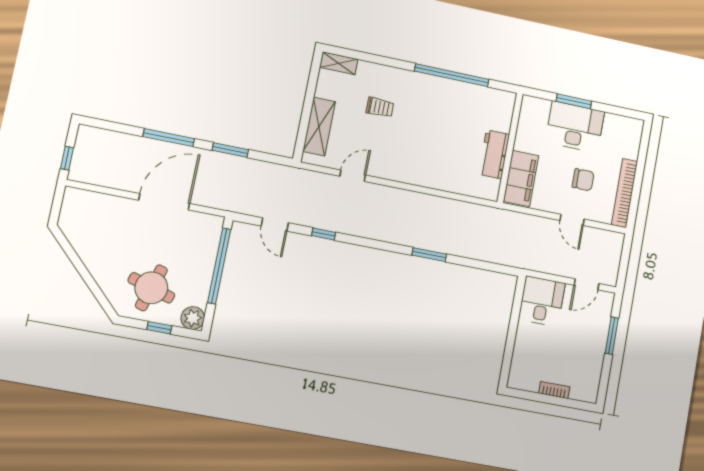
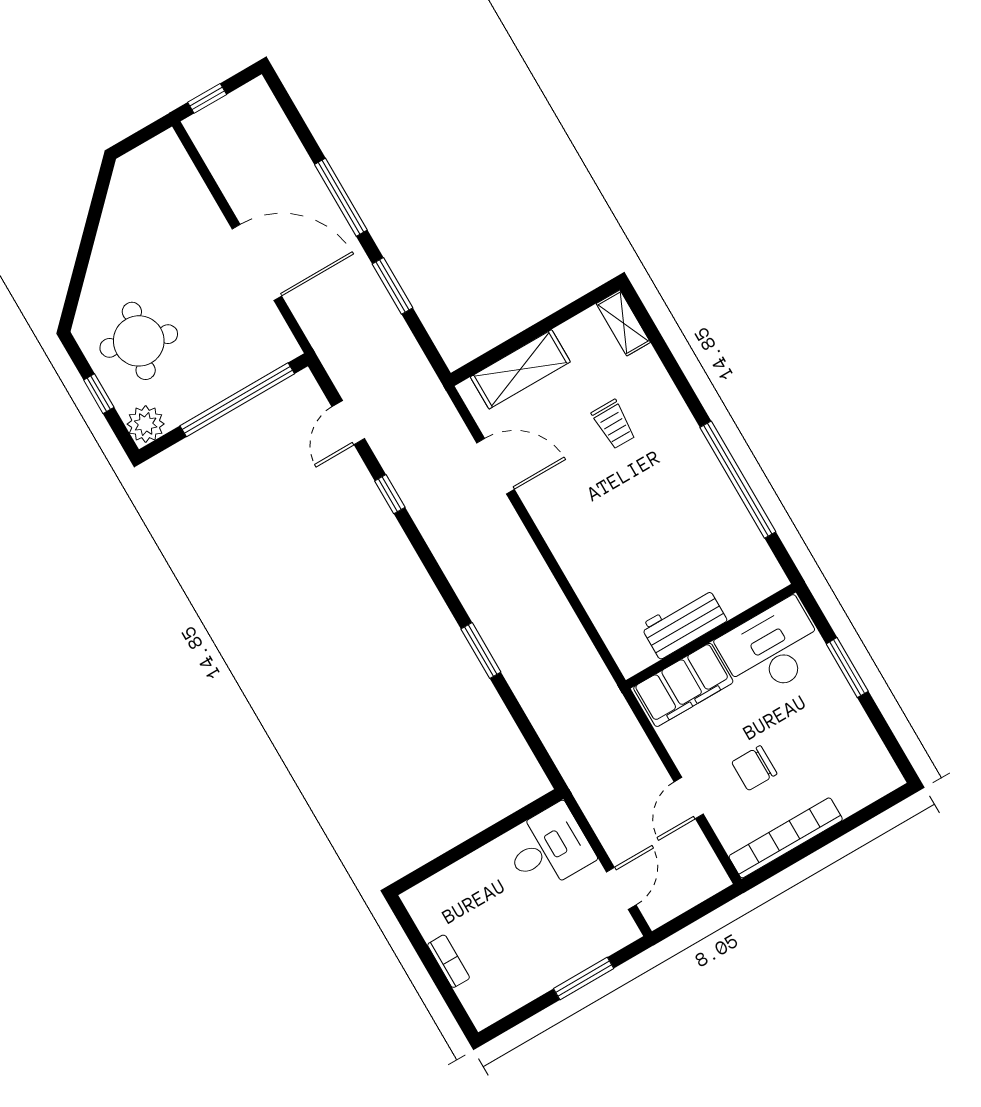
desk: (575, 127) -> (772, 649), moved, turned -90
door: (353, 176) -> (496, 466), width x1.38
chair: (583, 180) -> (754, 768), turned 90
door: (586, 284) -> (621, 888), swing flipped

